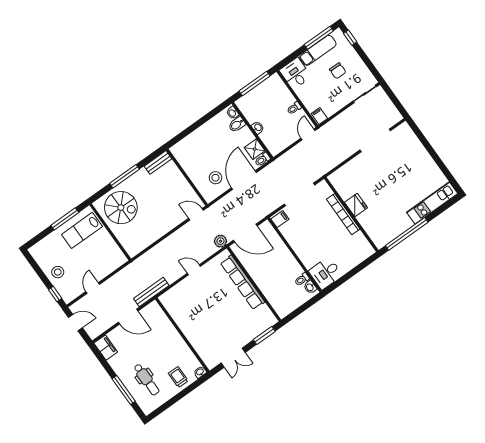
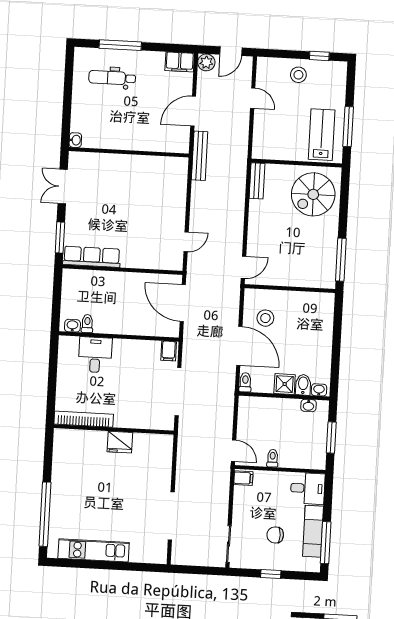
window: (350, 38) -> (271, 574), moved
window: (255, 84) -> (331, 437), width x0.69
washbasin: (258, 128) -> (308, 405), moved
shower: (255, 149) -> (285, 384), moved
bench: (158, 162) -> (257, 181), moved
window: (124, 176) -> (341, 260), moved
kitchen unit: (432, 203) -> (94, 550), moved, turned -90
bookcase: (343, 214) -> (84, 419), moved
door: (245, 233) -> (183, 303), hinge flipped
window: (407, 234) -> (45, 514), moved
plant: (220, 241) -> (206, 62), moved
door: (194, 270) -> (186, 242), moved
desk: (326, 273) -> (95, 355), moved
row of seats: (243, 282) -> (92, 257), moved, width x0.73
window: (55, 294) -> (319, 56), moved
trolley: (178, 377) -> (88, 113), removed

